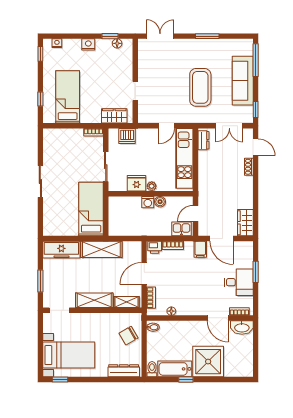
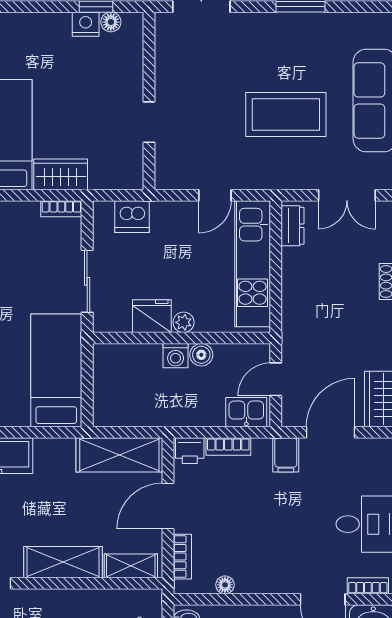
nightstand: (88, 44) -> (86, 24), moved
coffee table: (200, 87) -> (286, 115), turned 90
wardrobe: (114, 116) -> (61, 174), moved
door: (222, 239) -> (331, 432), swing flipped
shelving: (101, 249) -> (119, 455), moved

